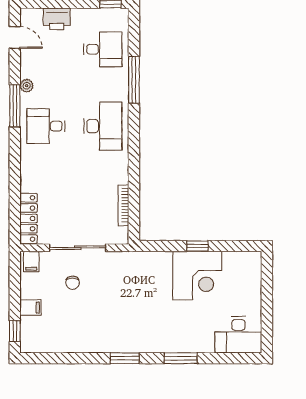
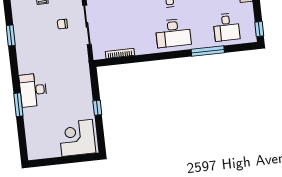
corner desk: (197, 276) -> (77, 138), moved, turned 90
desk: (238, 335) -> (33, 90), moved
window: (125, 358) -> (11, 35), moved

